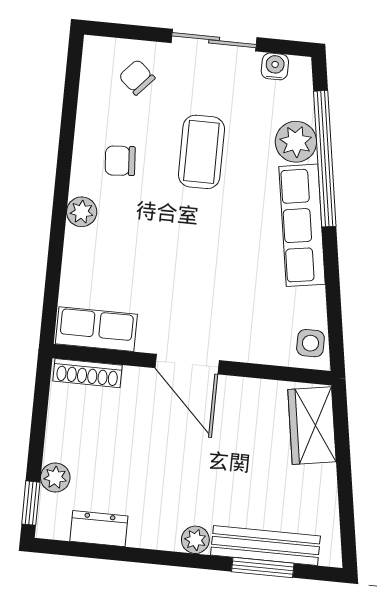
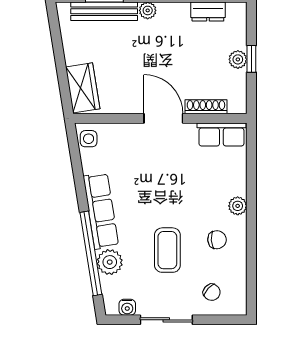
shoe rack: (87, 373) -> (206, 107), moved
plant: (55, 477) -> (238, 59), moved
window: (31, 503) -> (251, 59), moved

